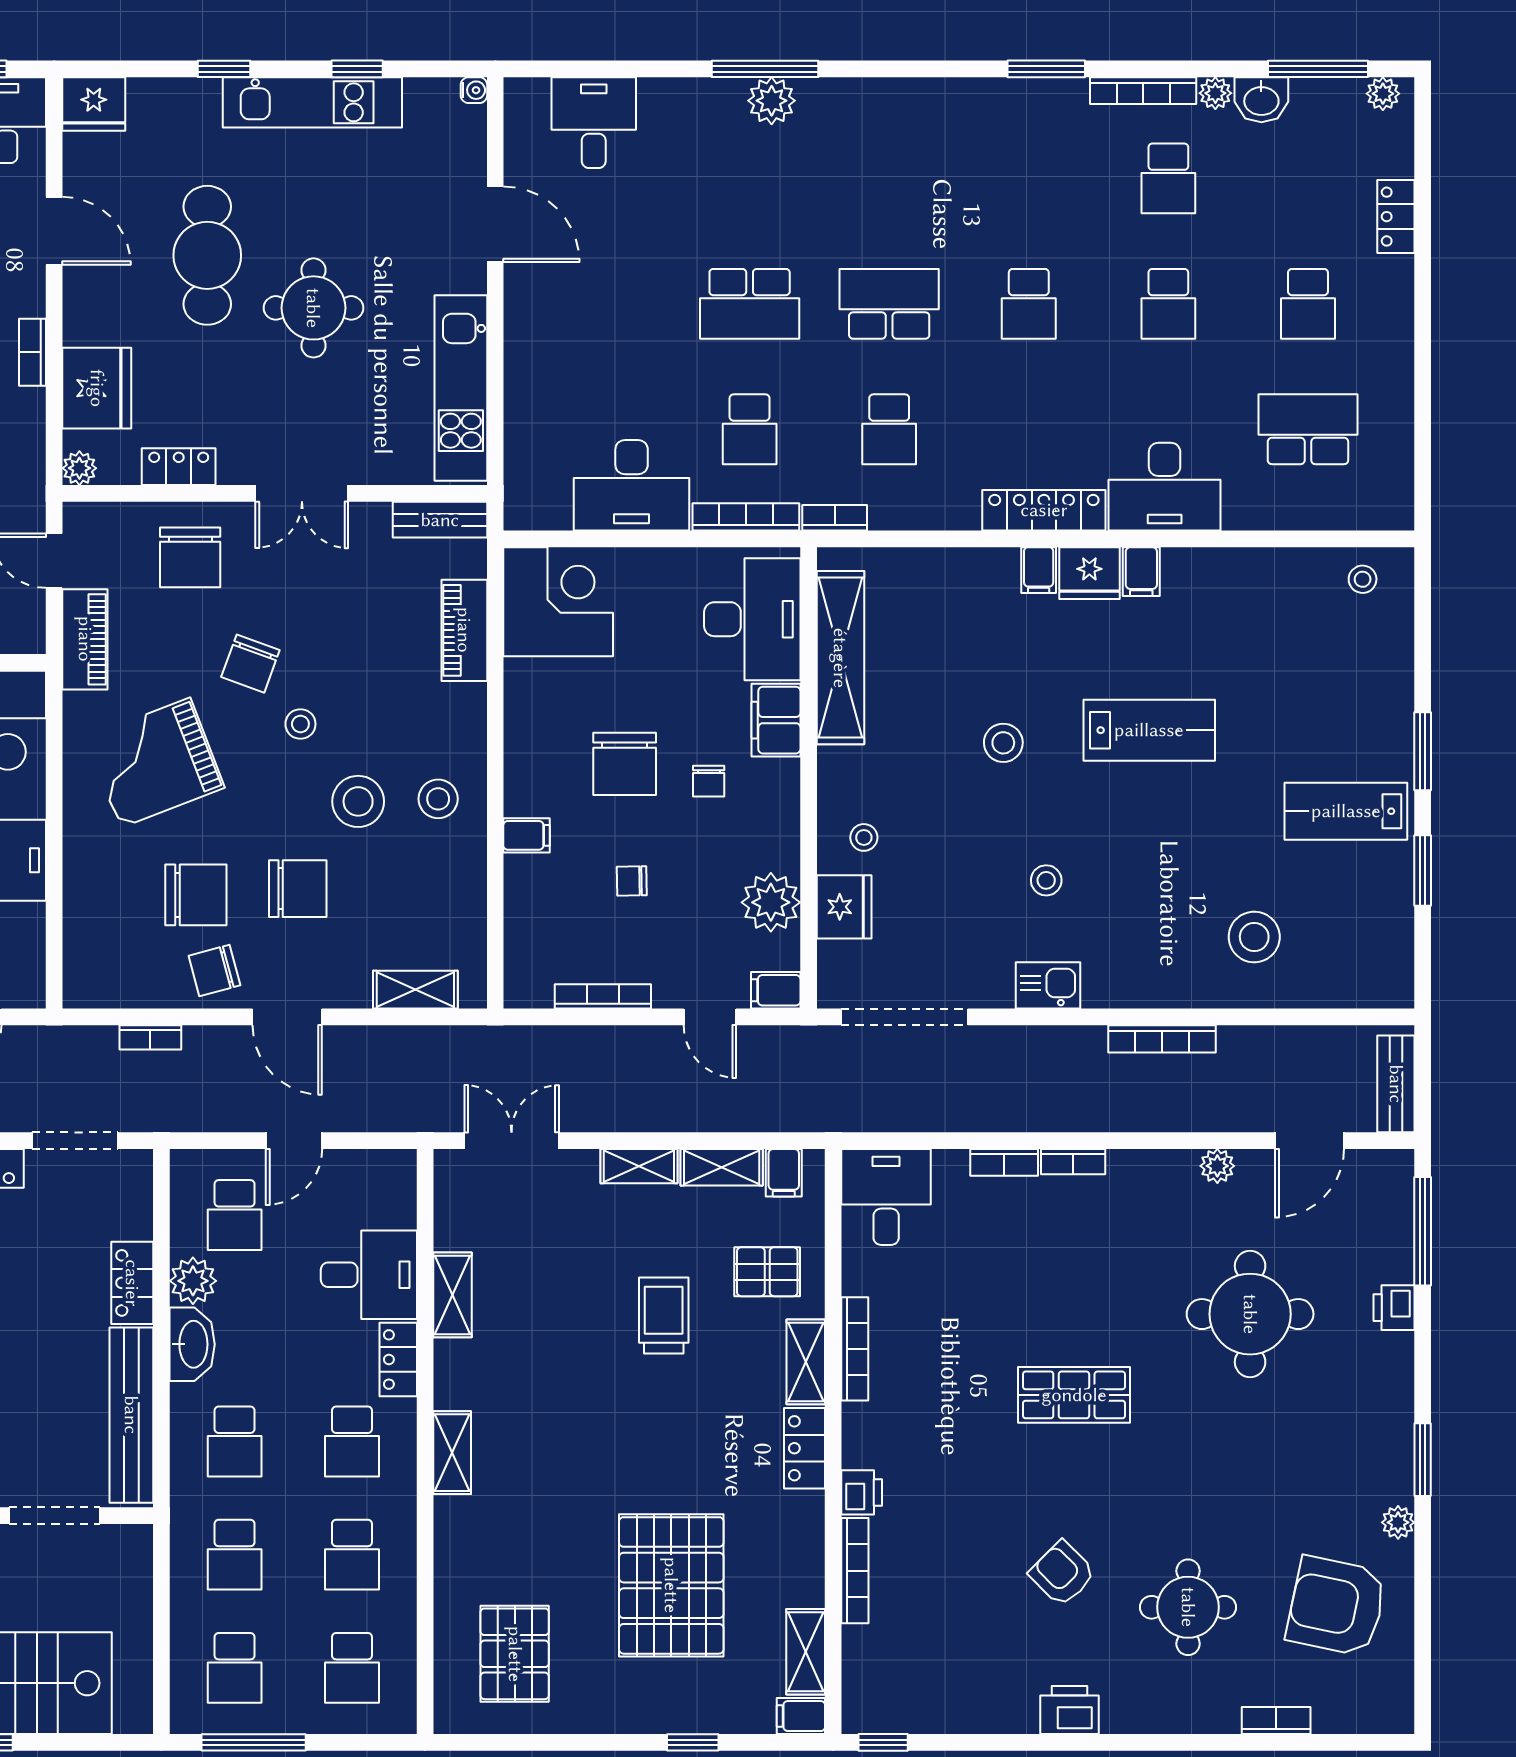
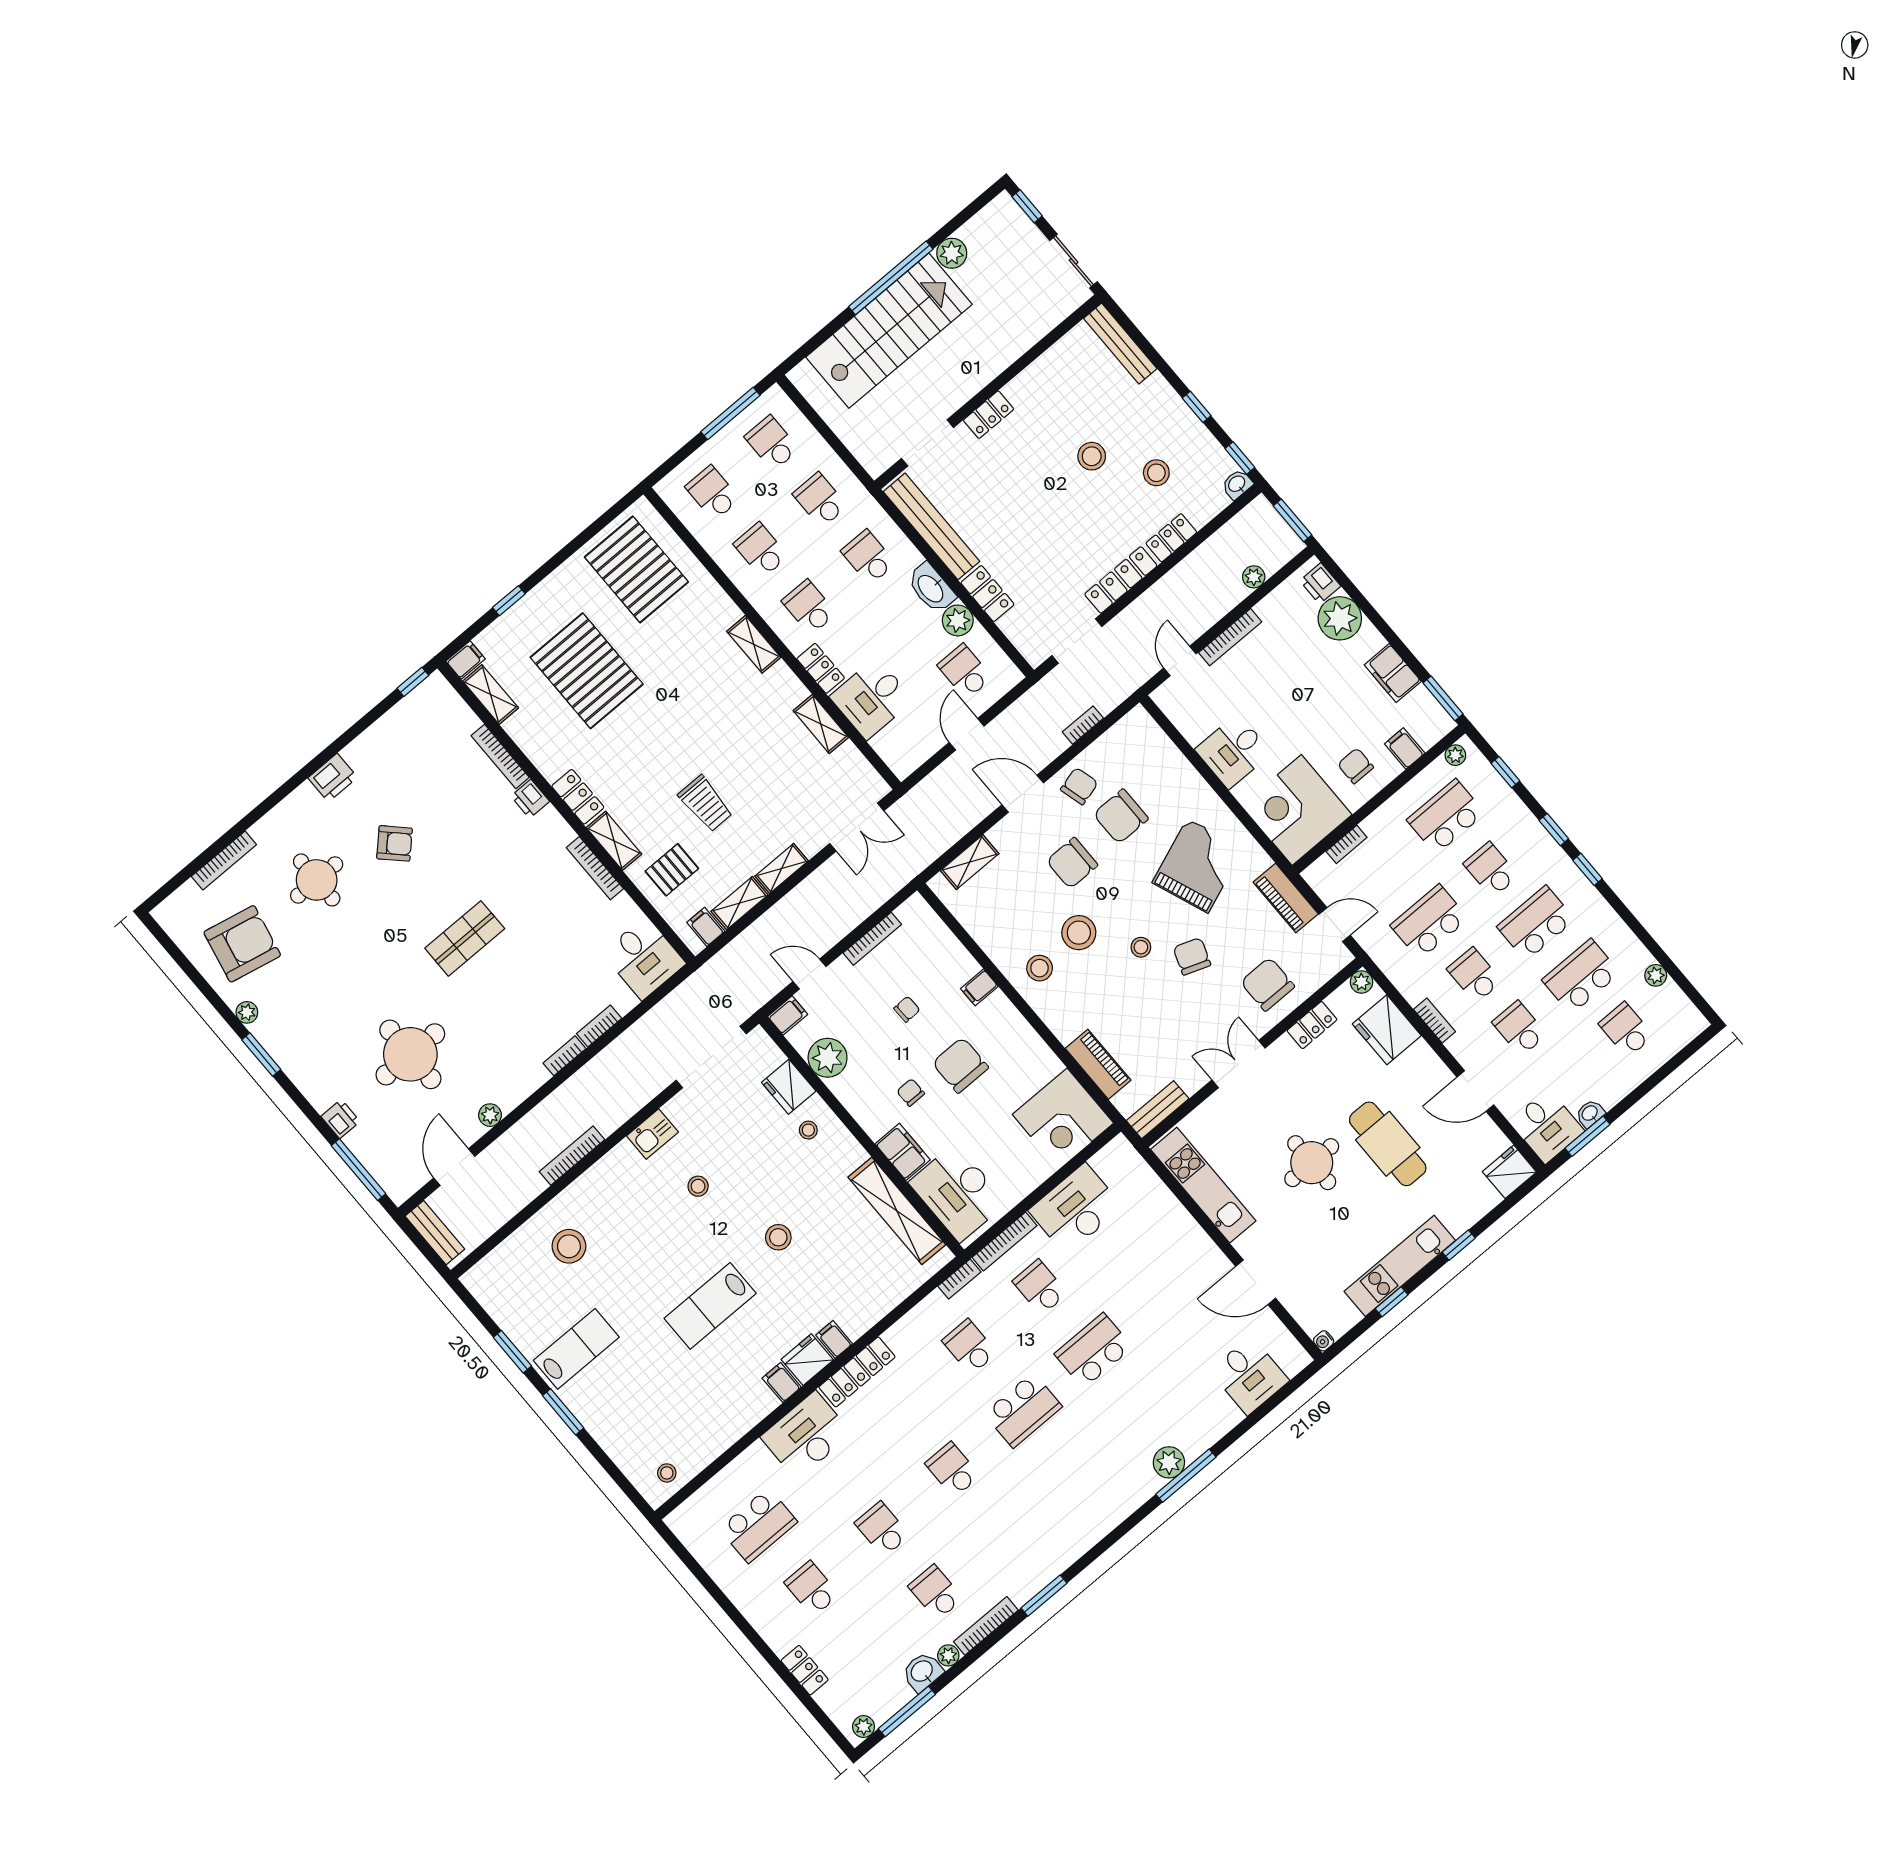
pallet: (515, 1654) -> (636, 569), width x1.37, depth x1.41
bookcase: (1276, 1720) -> (224, 860), width x1.56

